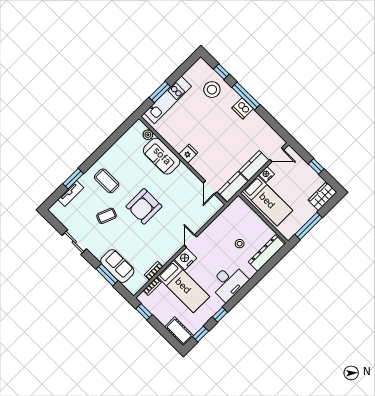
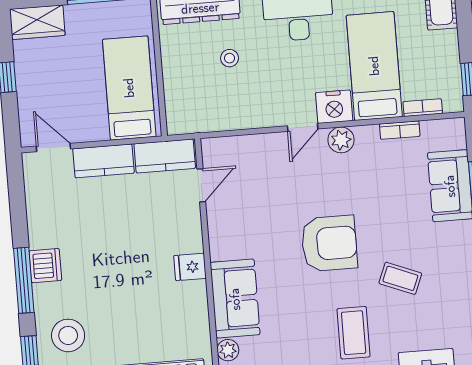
nightstand: (267, 174) -> (96, 130), removed
plant: (172, 249) -> (341, 140), added

